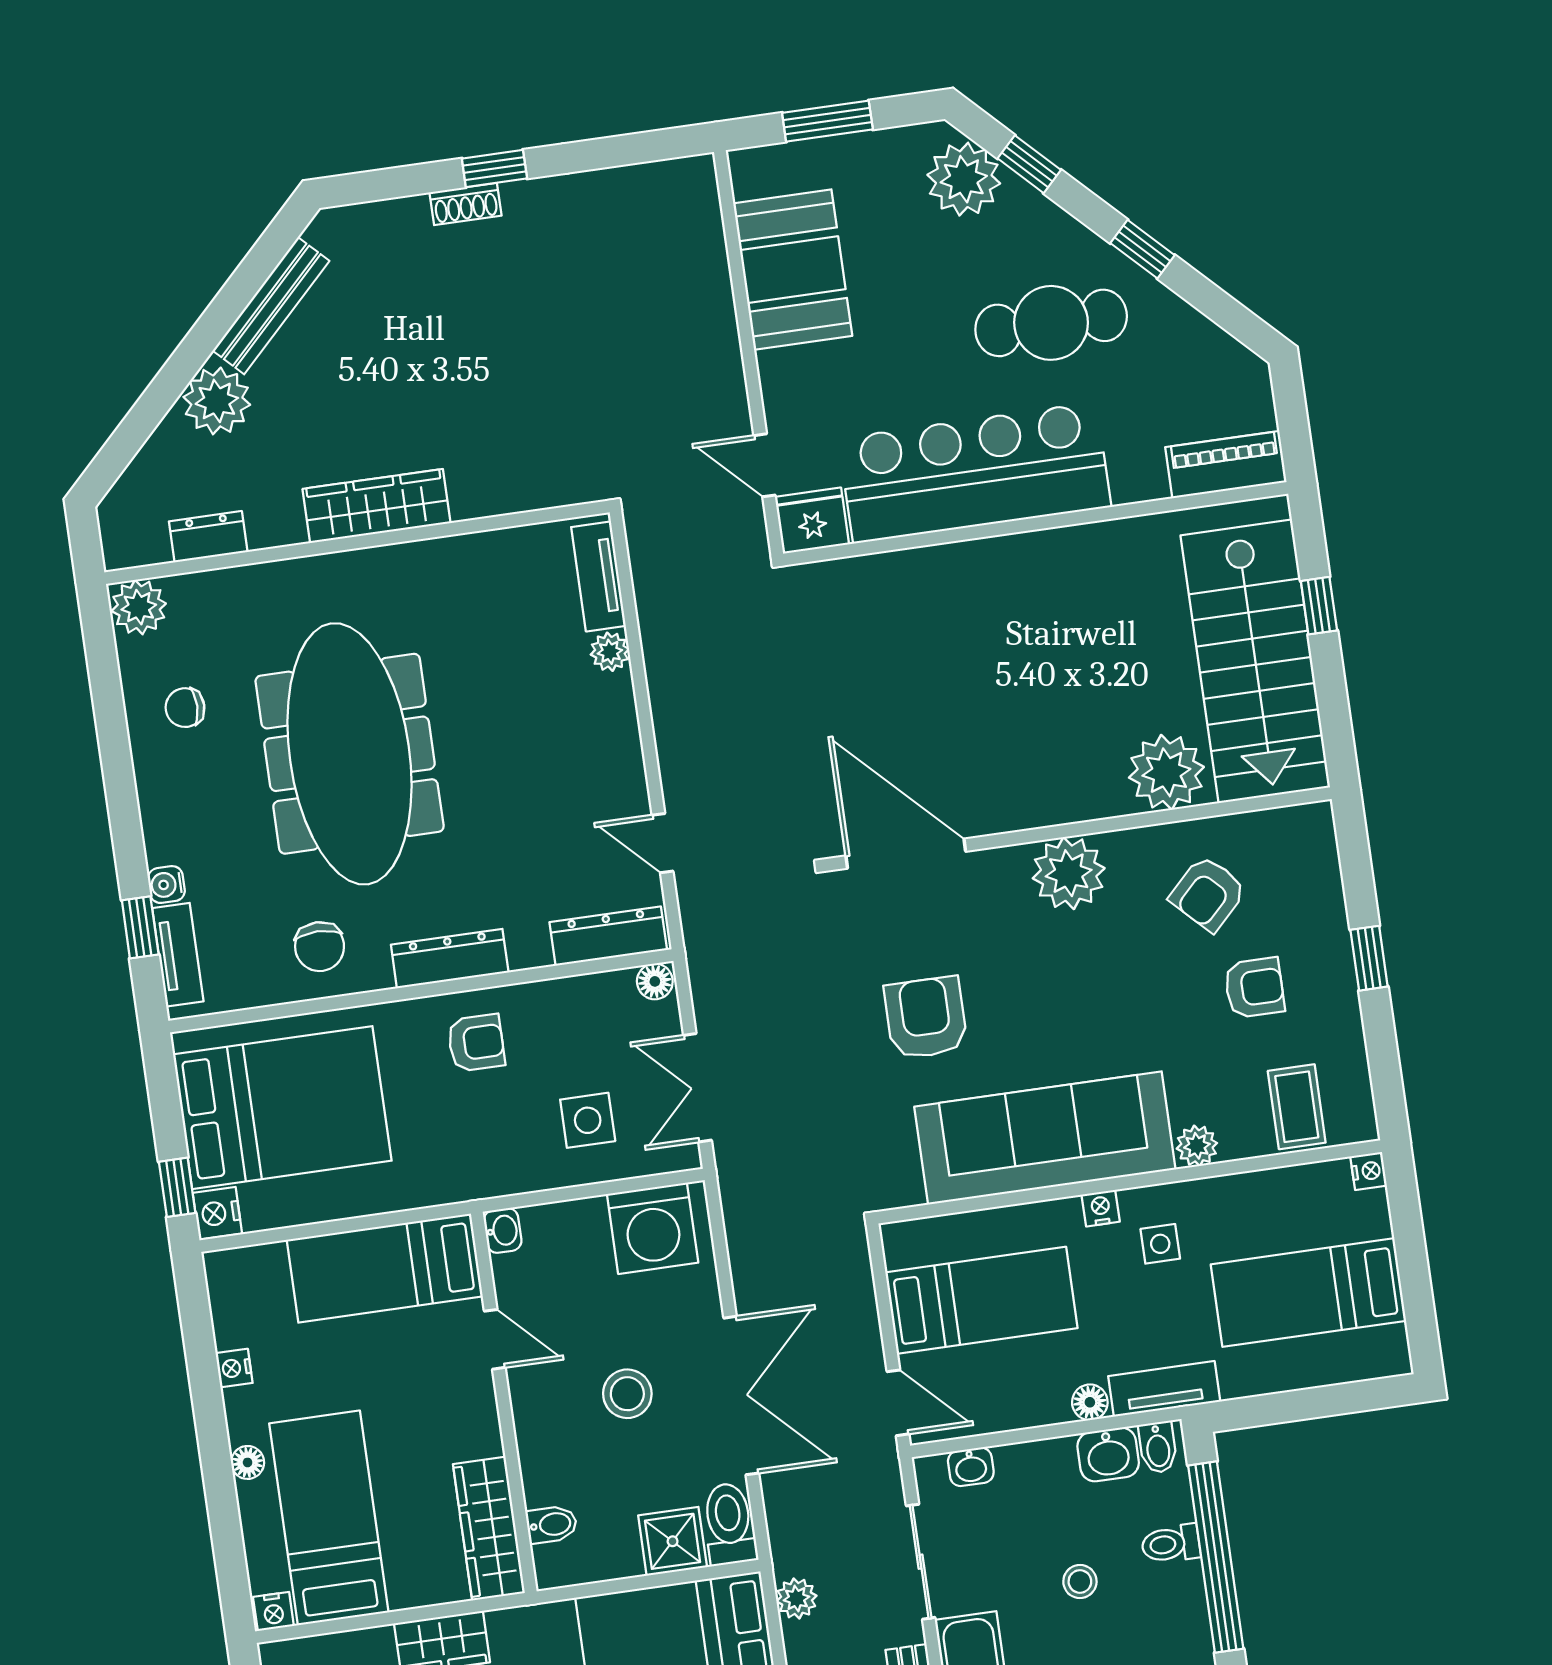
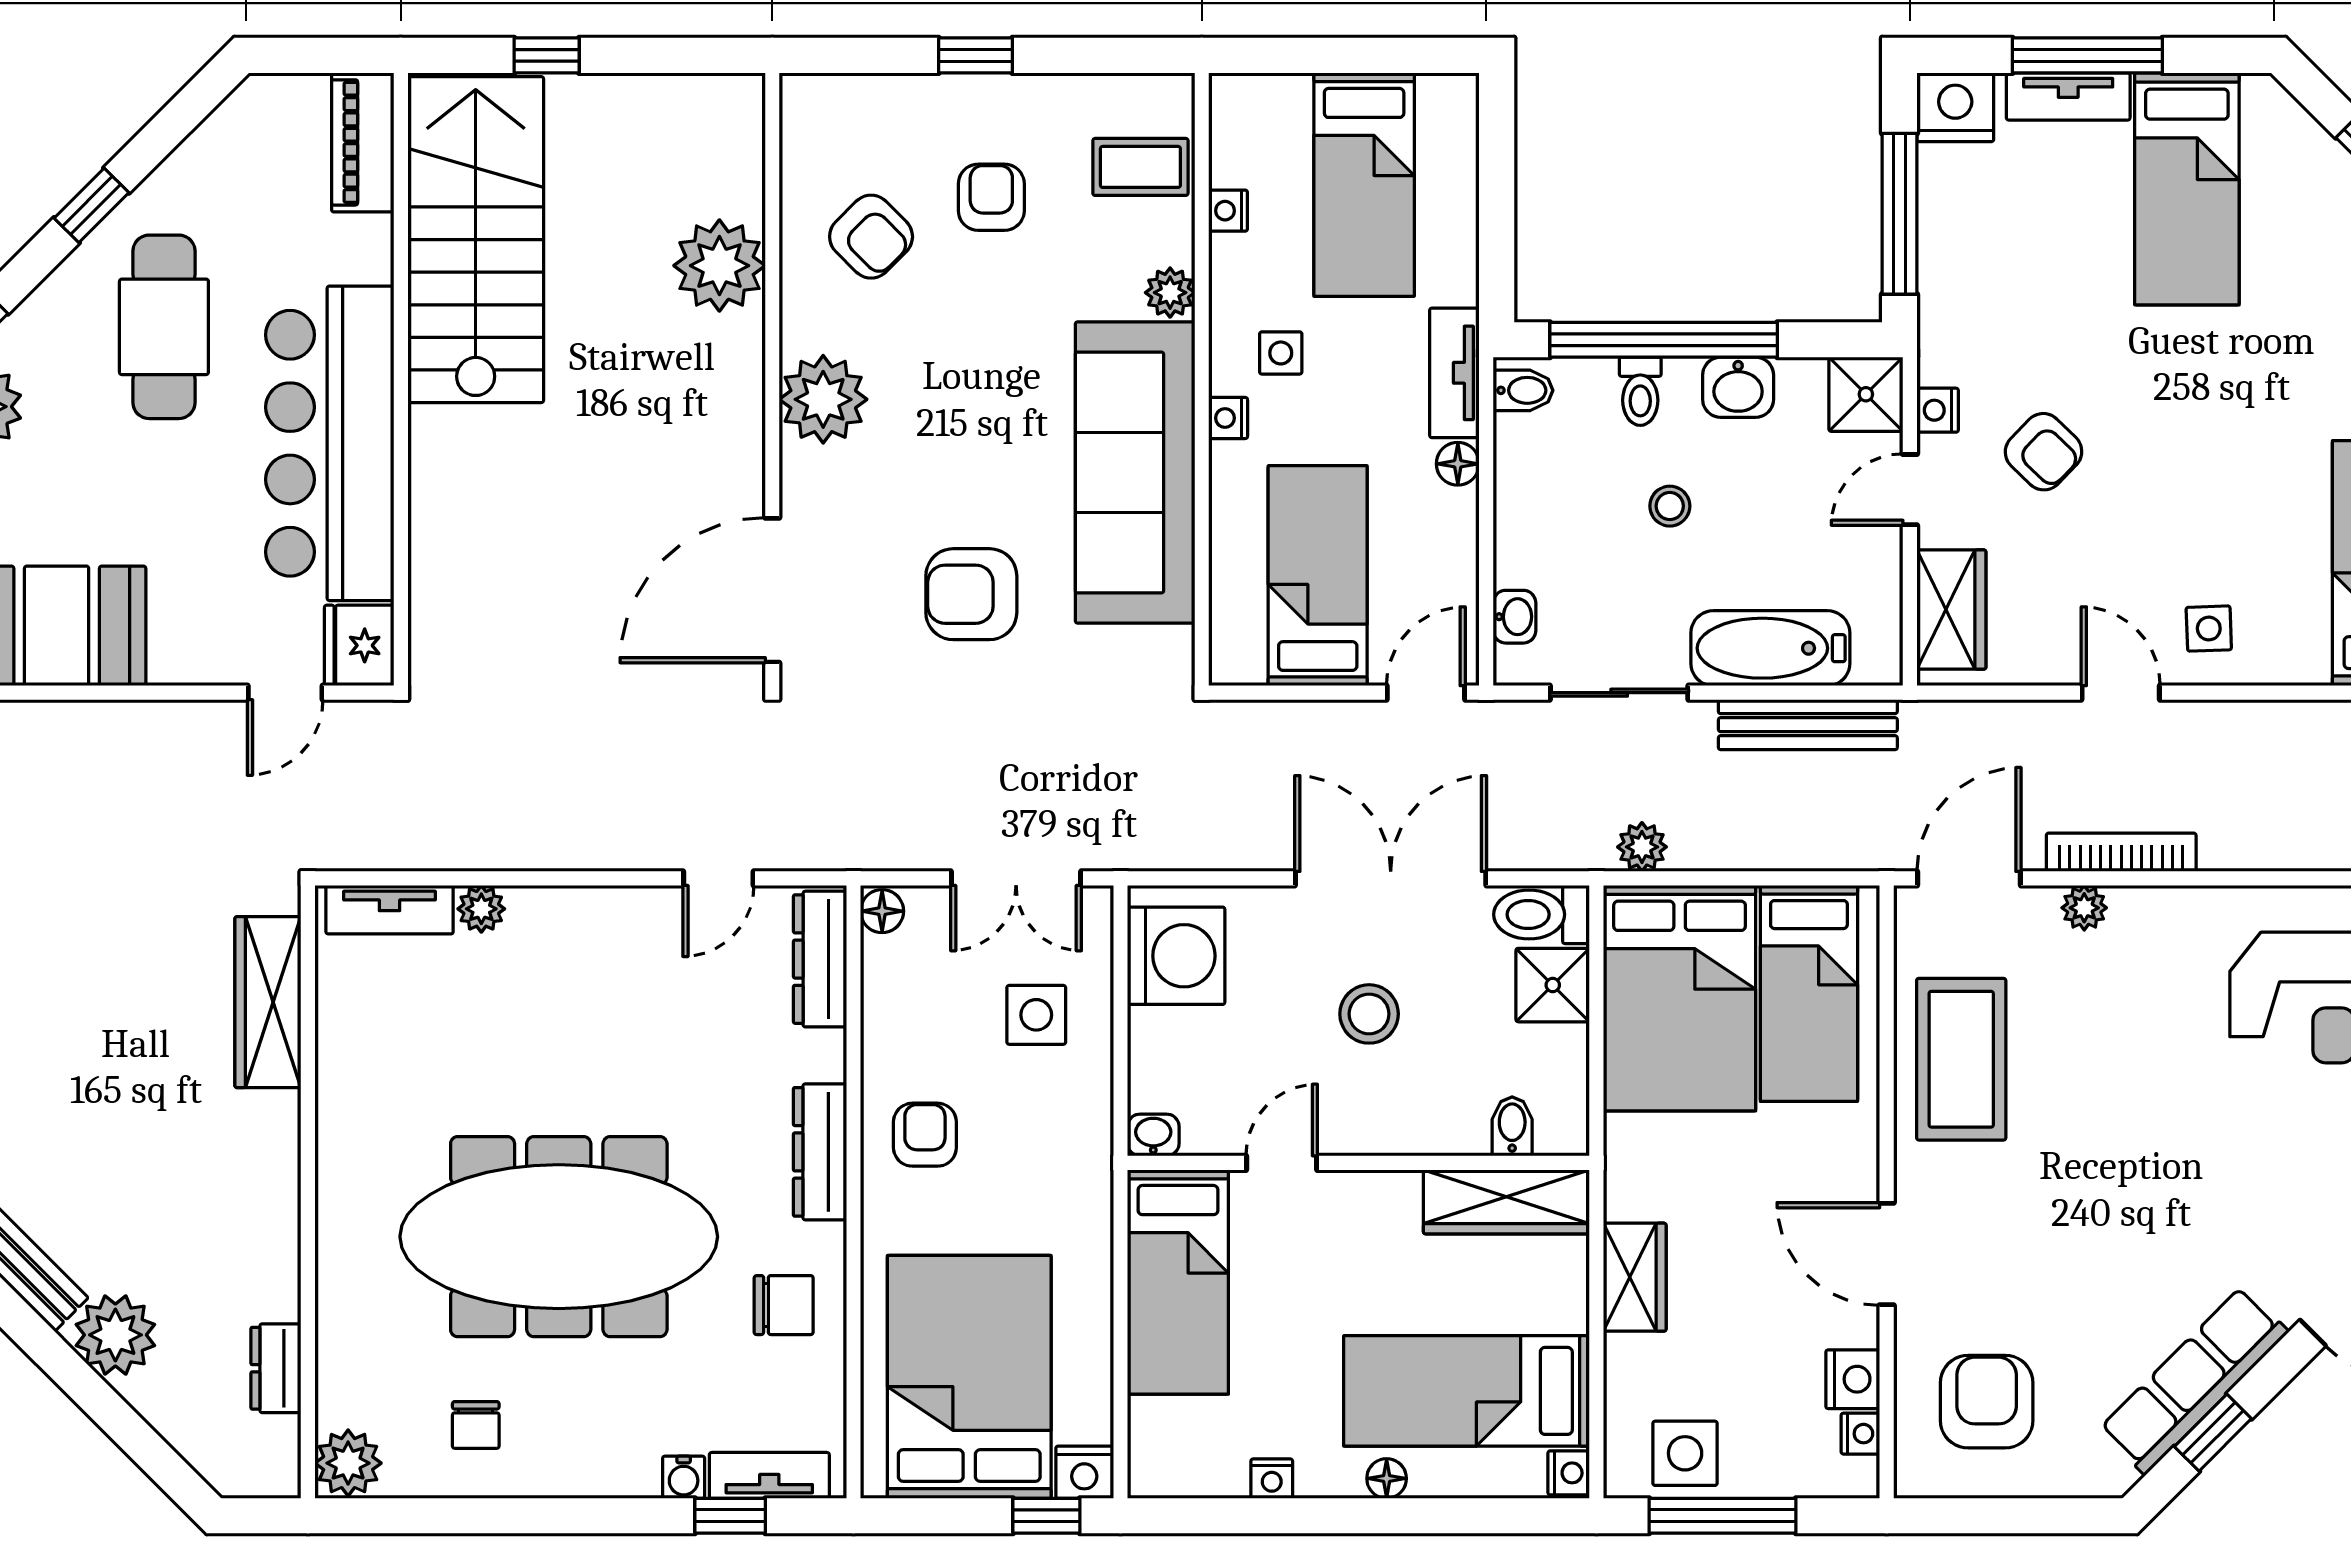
wardrobe: (377, 506) -> (268, 1002), moved
stairs: (1255, 661) -> (476, 240), moved, turned -90
nightstand: (1369, 1171) -> (1228, 211), moved, turned -90
washbasin: (1108, 1455) -> (1738, 387), moved, turned 90

